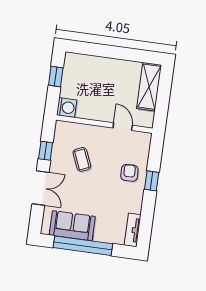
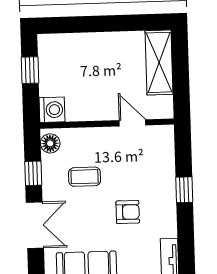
floor lamp: (61, 131) -> (50, 143), added
coffee table: (82, 159) -> (85, 177), turned -67
armchair: (129, 173) -> (128, 212), moved, turned 92

